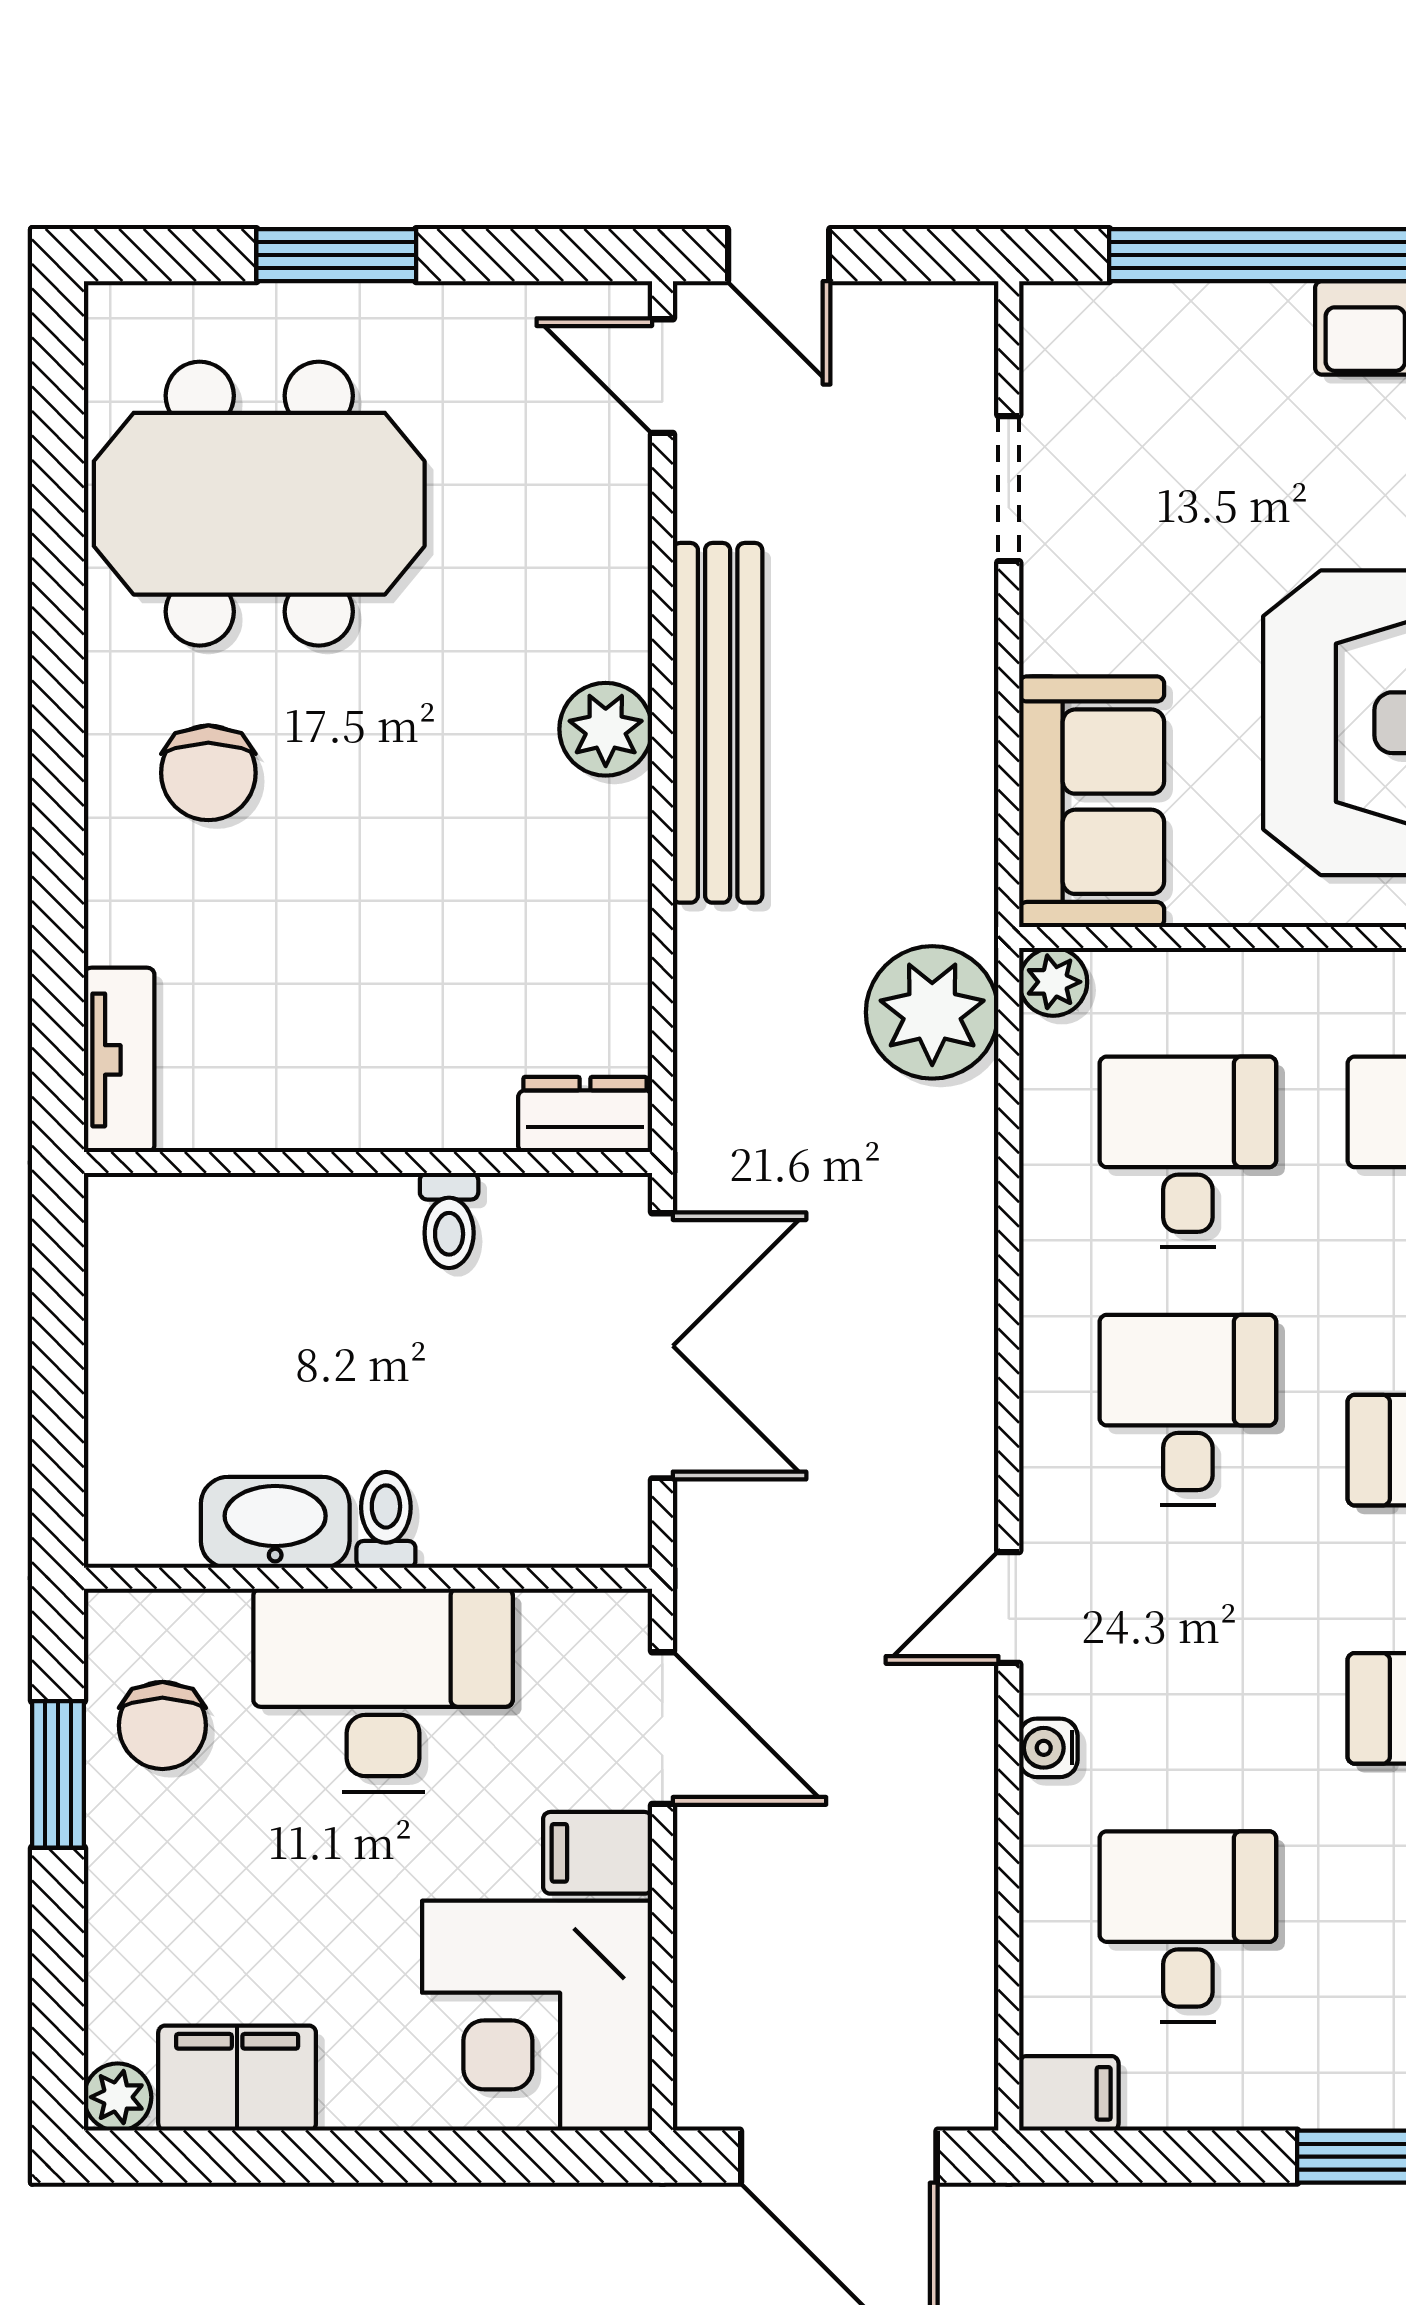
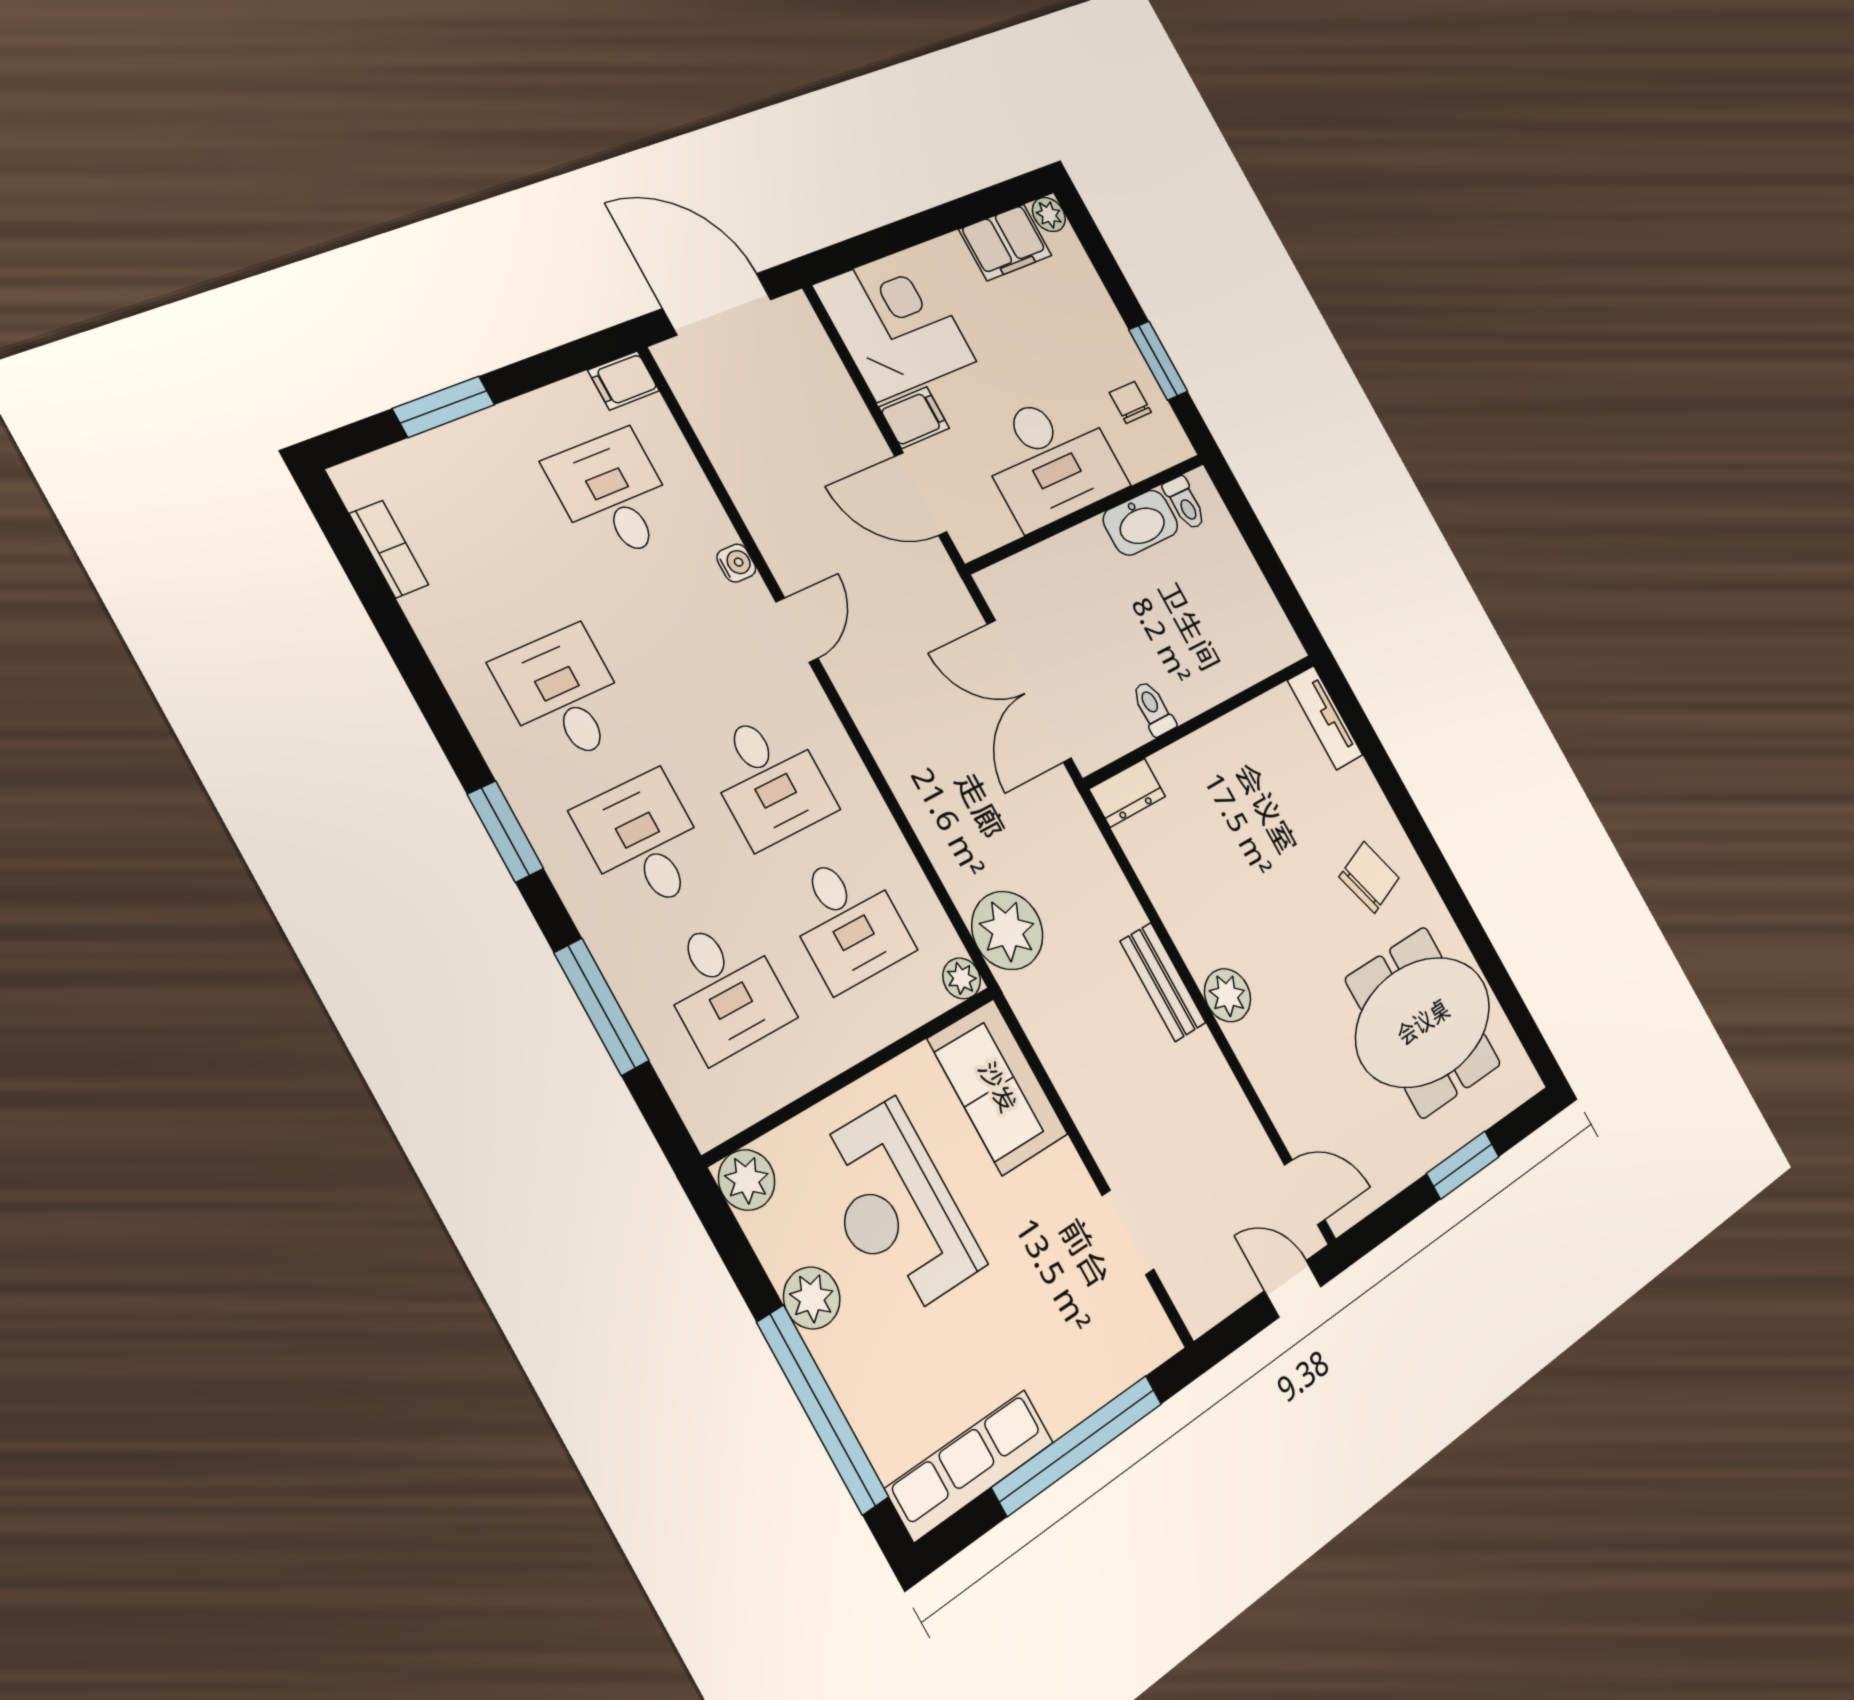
bench: (718, 723) -> (1163, 982), width x0.54, depth x0.82
chair: (208, 773) -> (1369, 877), turned 71
toilet: (386, 1520) -> (1185, 503), moved
chair: (162, 1725) -> (1130, 402), width x0.73, depth x0.73
desk: (1188, 1927) -> (613, 495), turned 180

